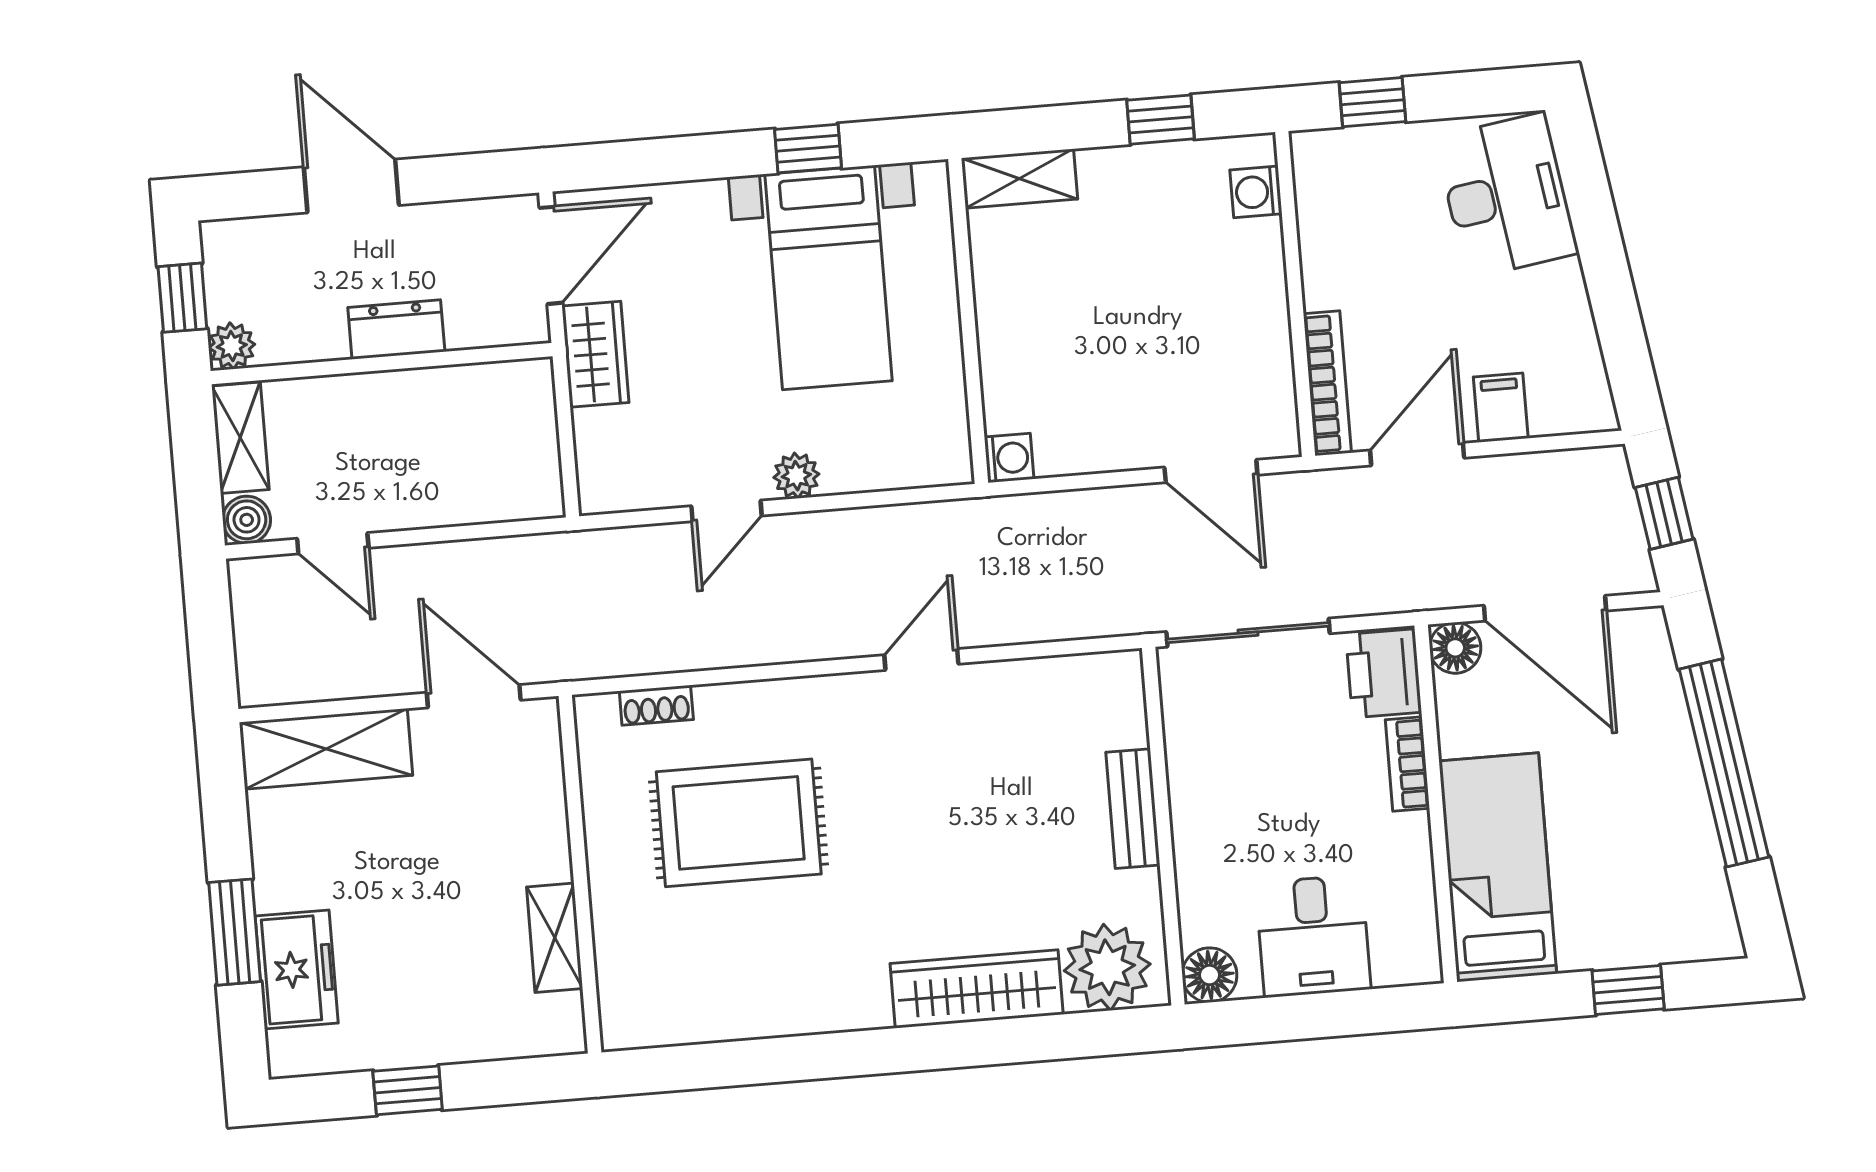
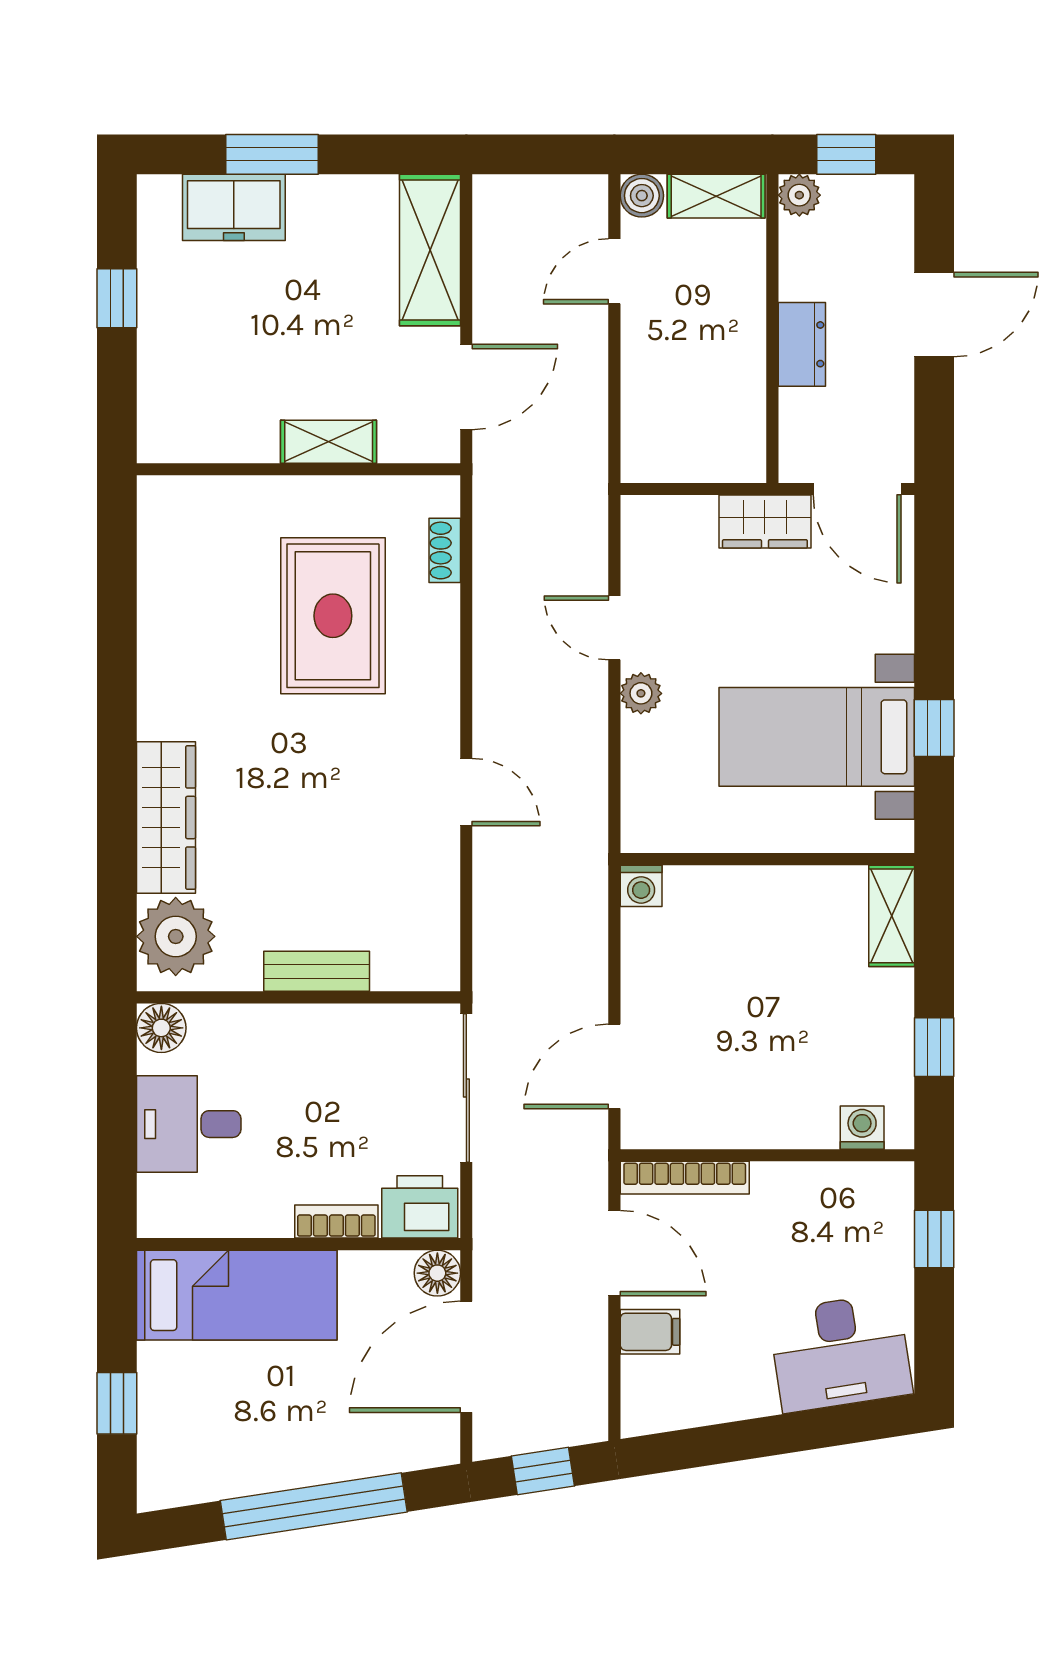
shelving: (555, 938) -> (329, 442), moved

